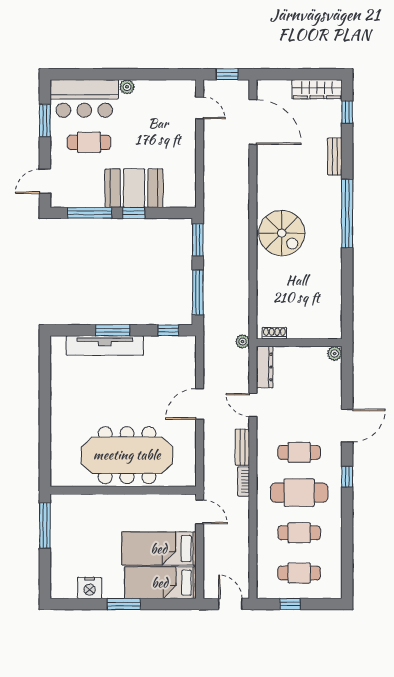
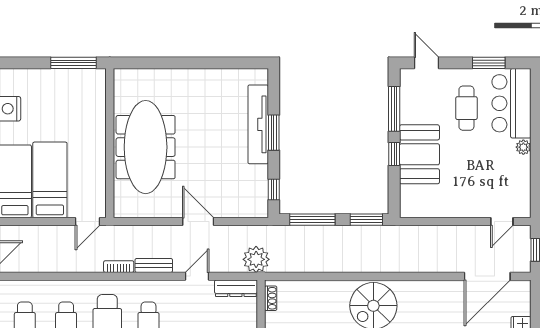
plant: (243, 341) -> (256, 259), width x1.88, depth x1.88

